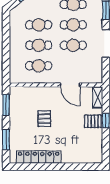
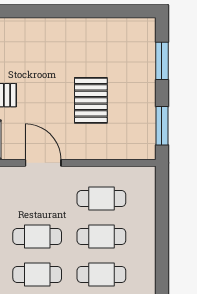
pallet: (44, 119) -> (91, 100), width x1.50, depth x1.42
locker: (39, 157) -> (102, 29), removed

